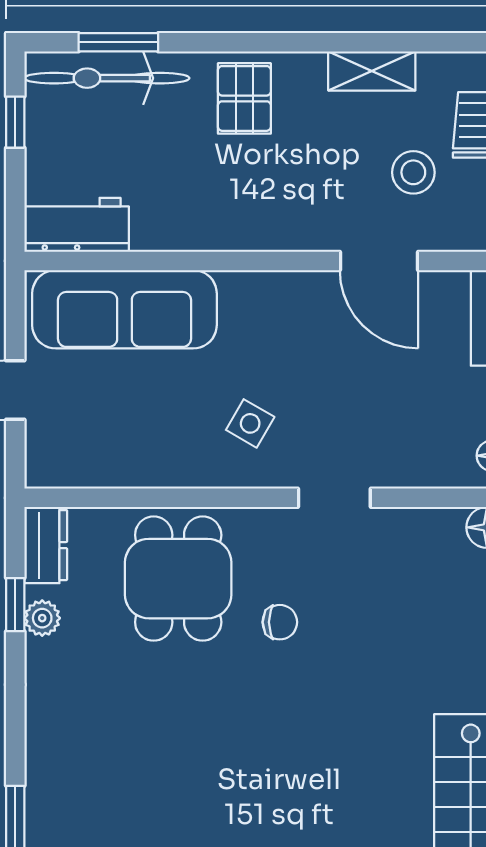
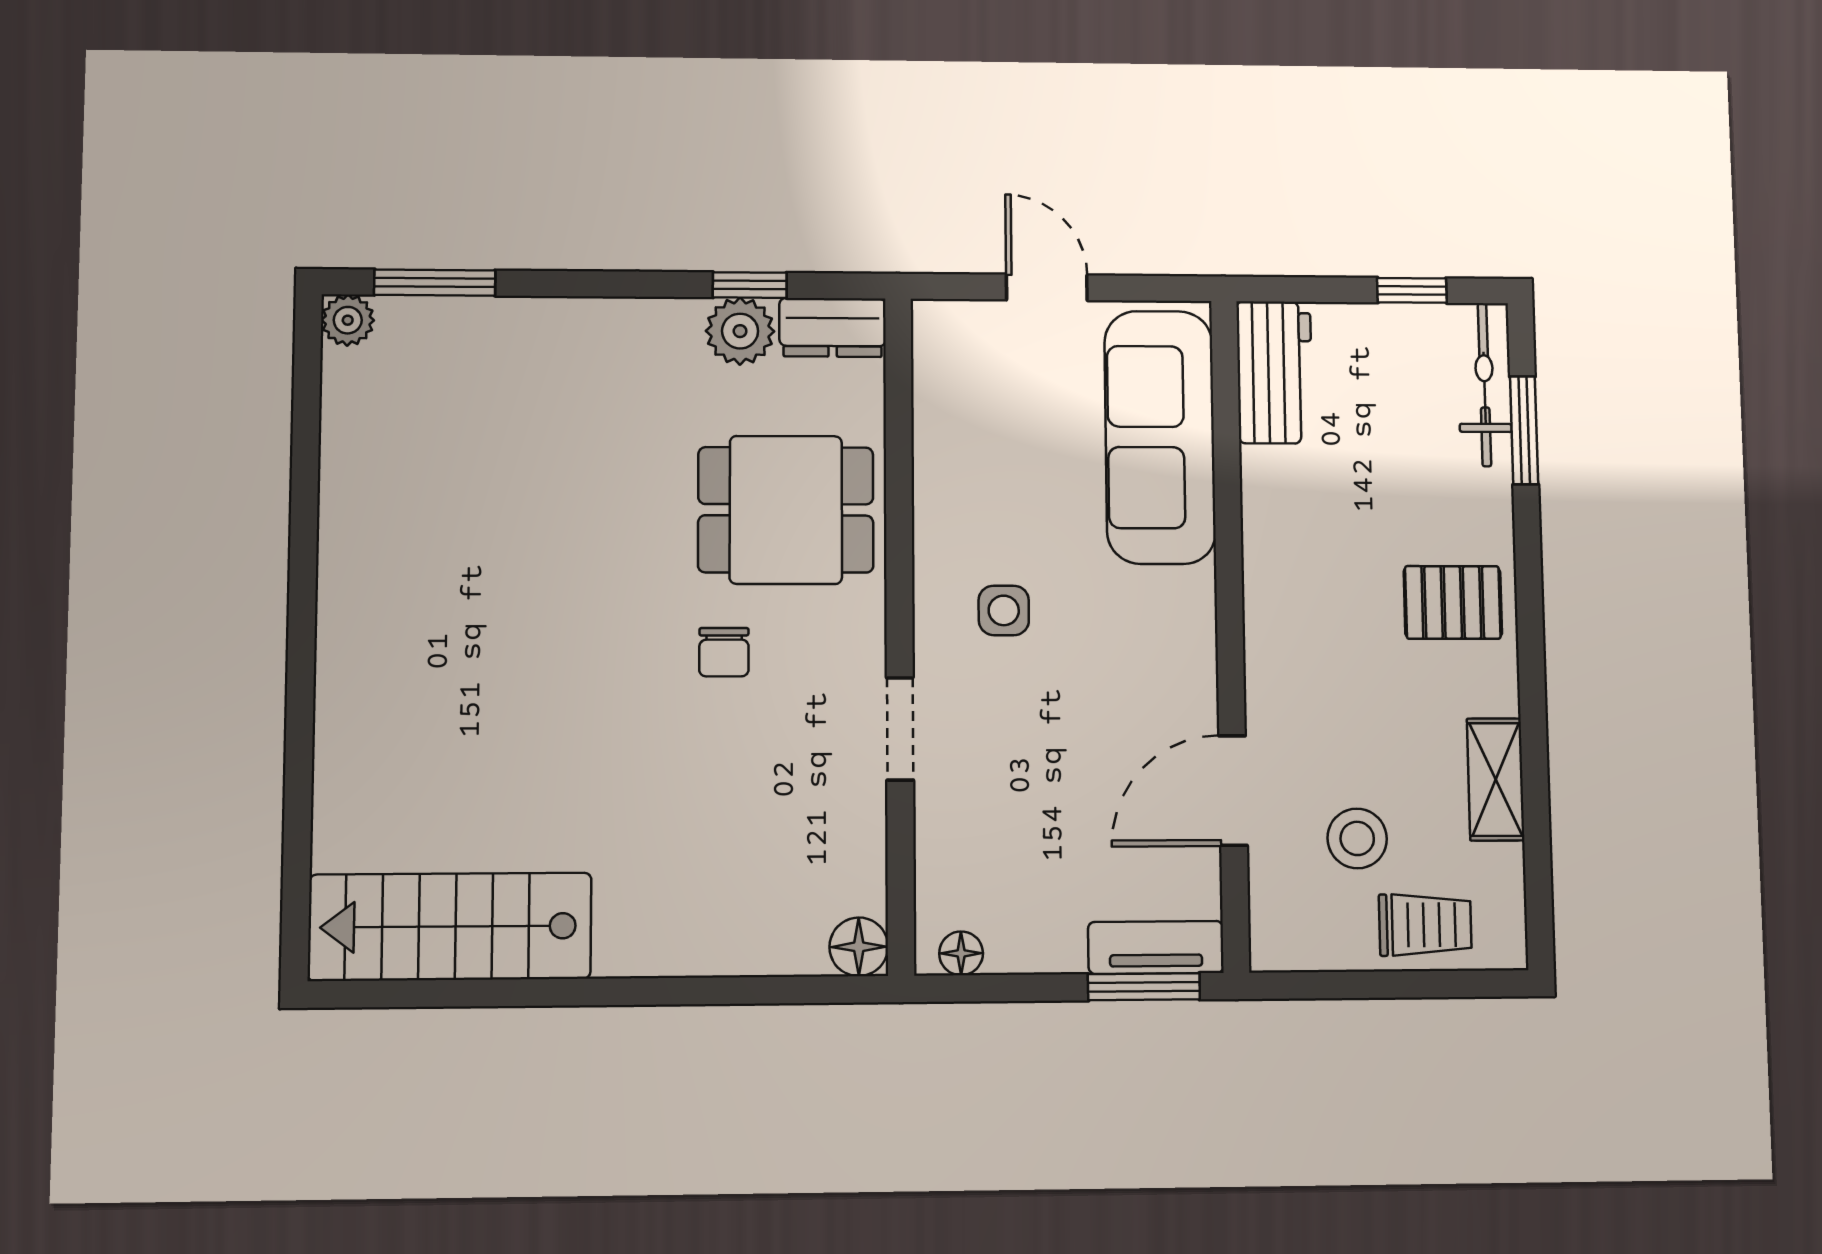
bicycle: (107, 78) -> (1484, 385), width x0.73, depth x0.71
side table: (250, 423) -> (1004, 610), turned -30
plant: (42, 618) -> (740, 331), width x1.38, depth x1.38

